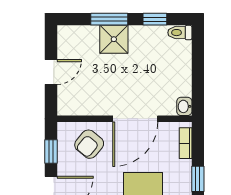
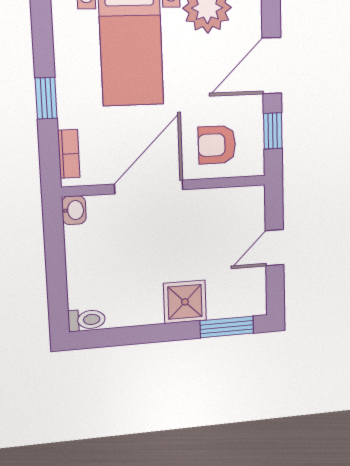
window: (109, 19) -> (227, 327), moved
window: (155, 19) -> (125, 336), removed
armchair: (89, 144) -> (217, 145), turned -130

